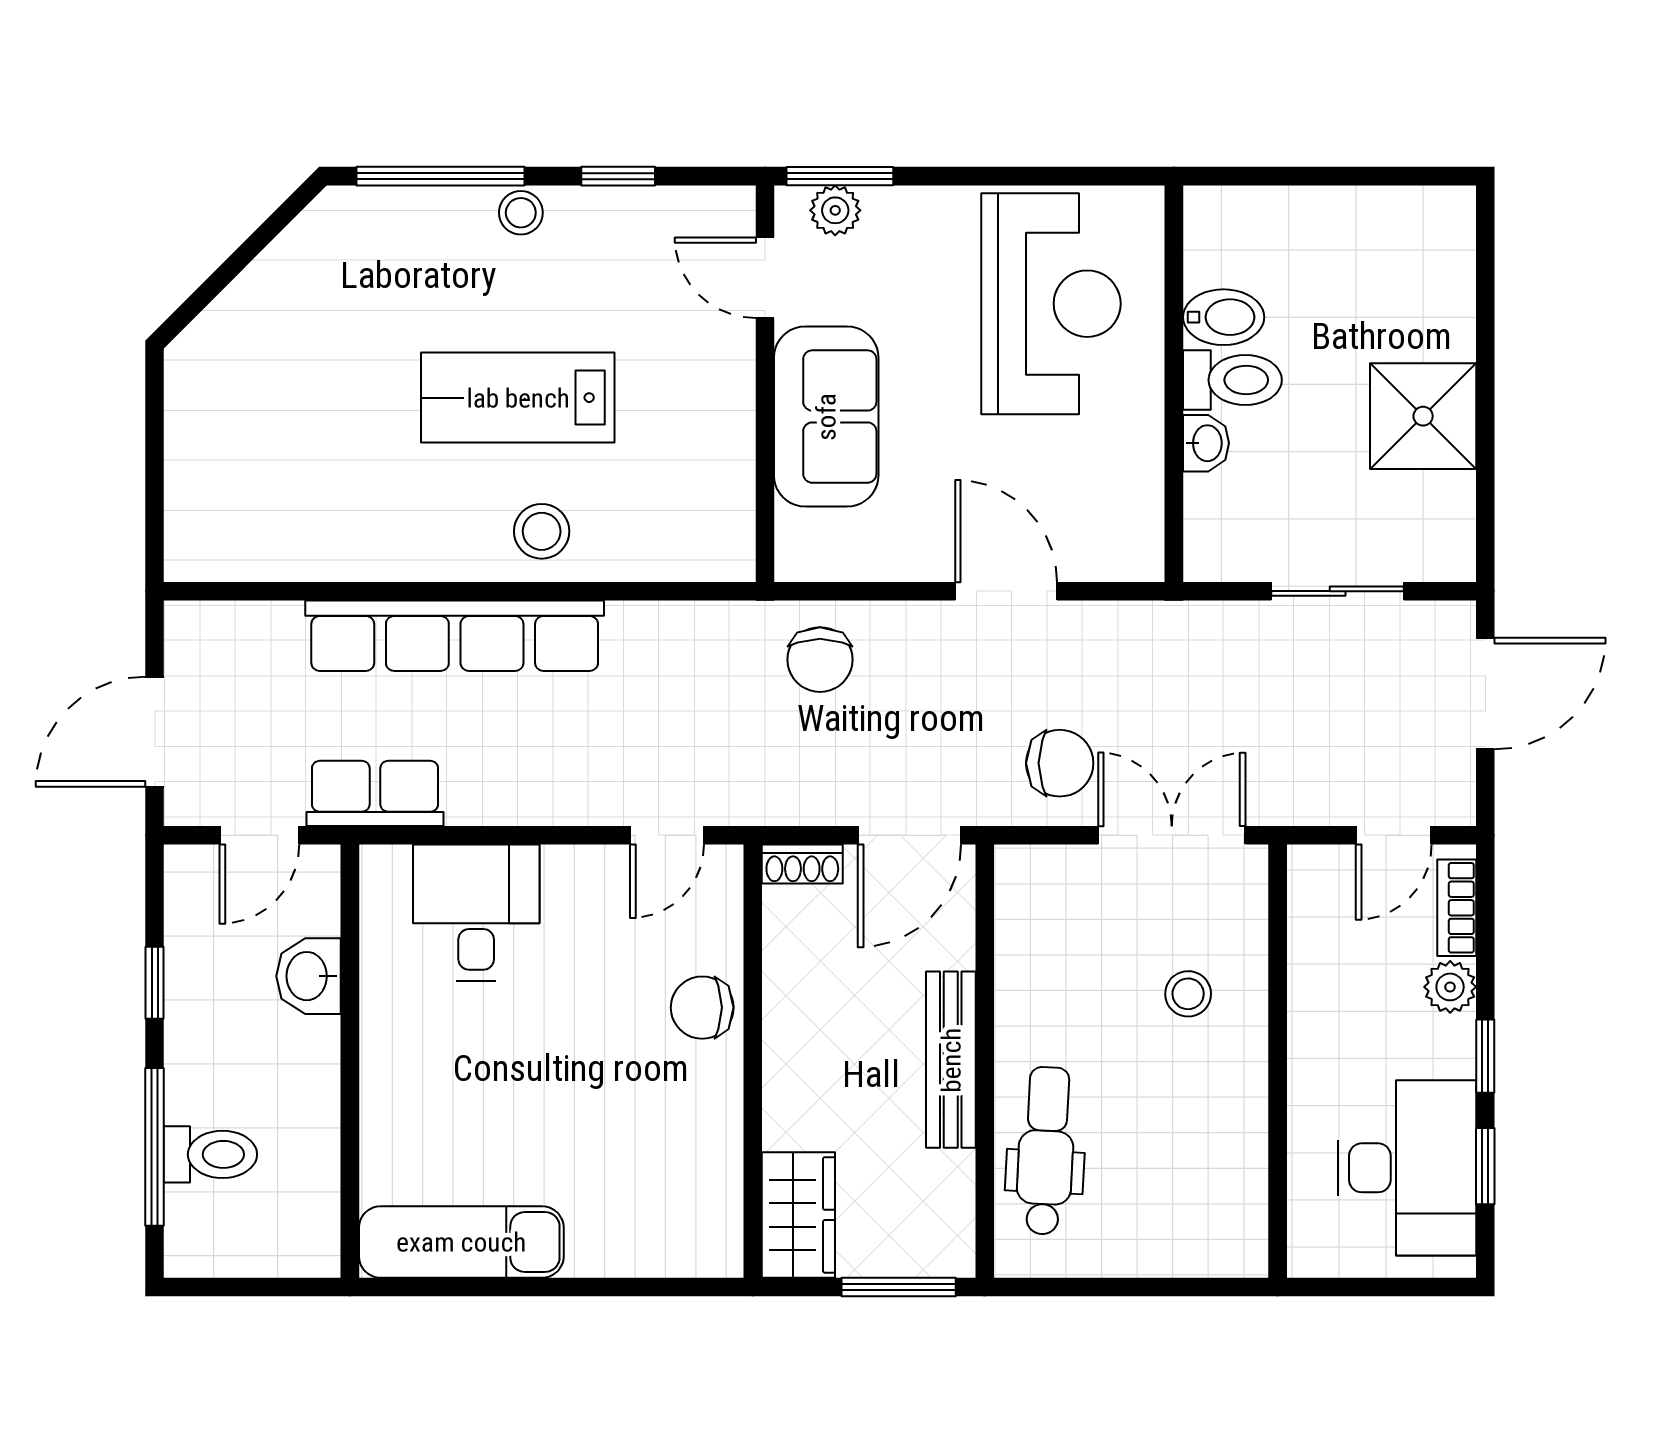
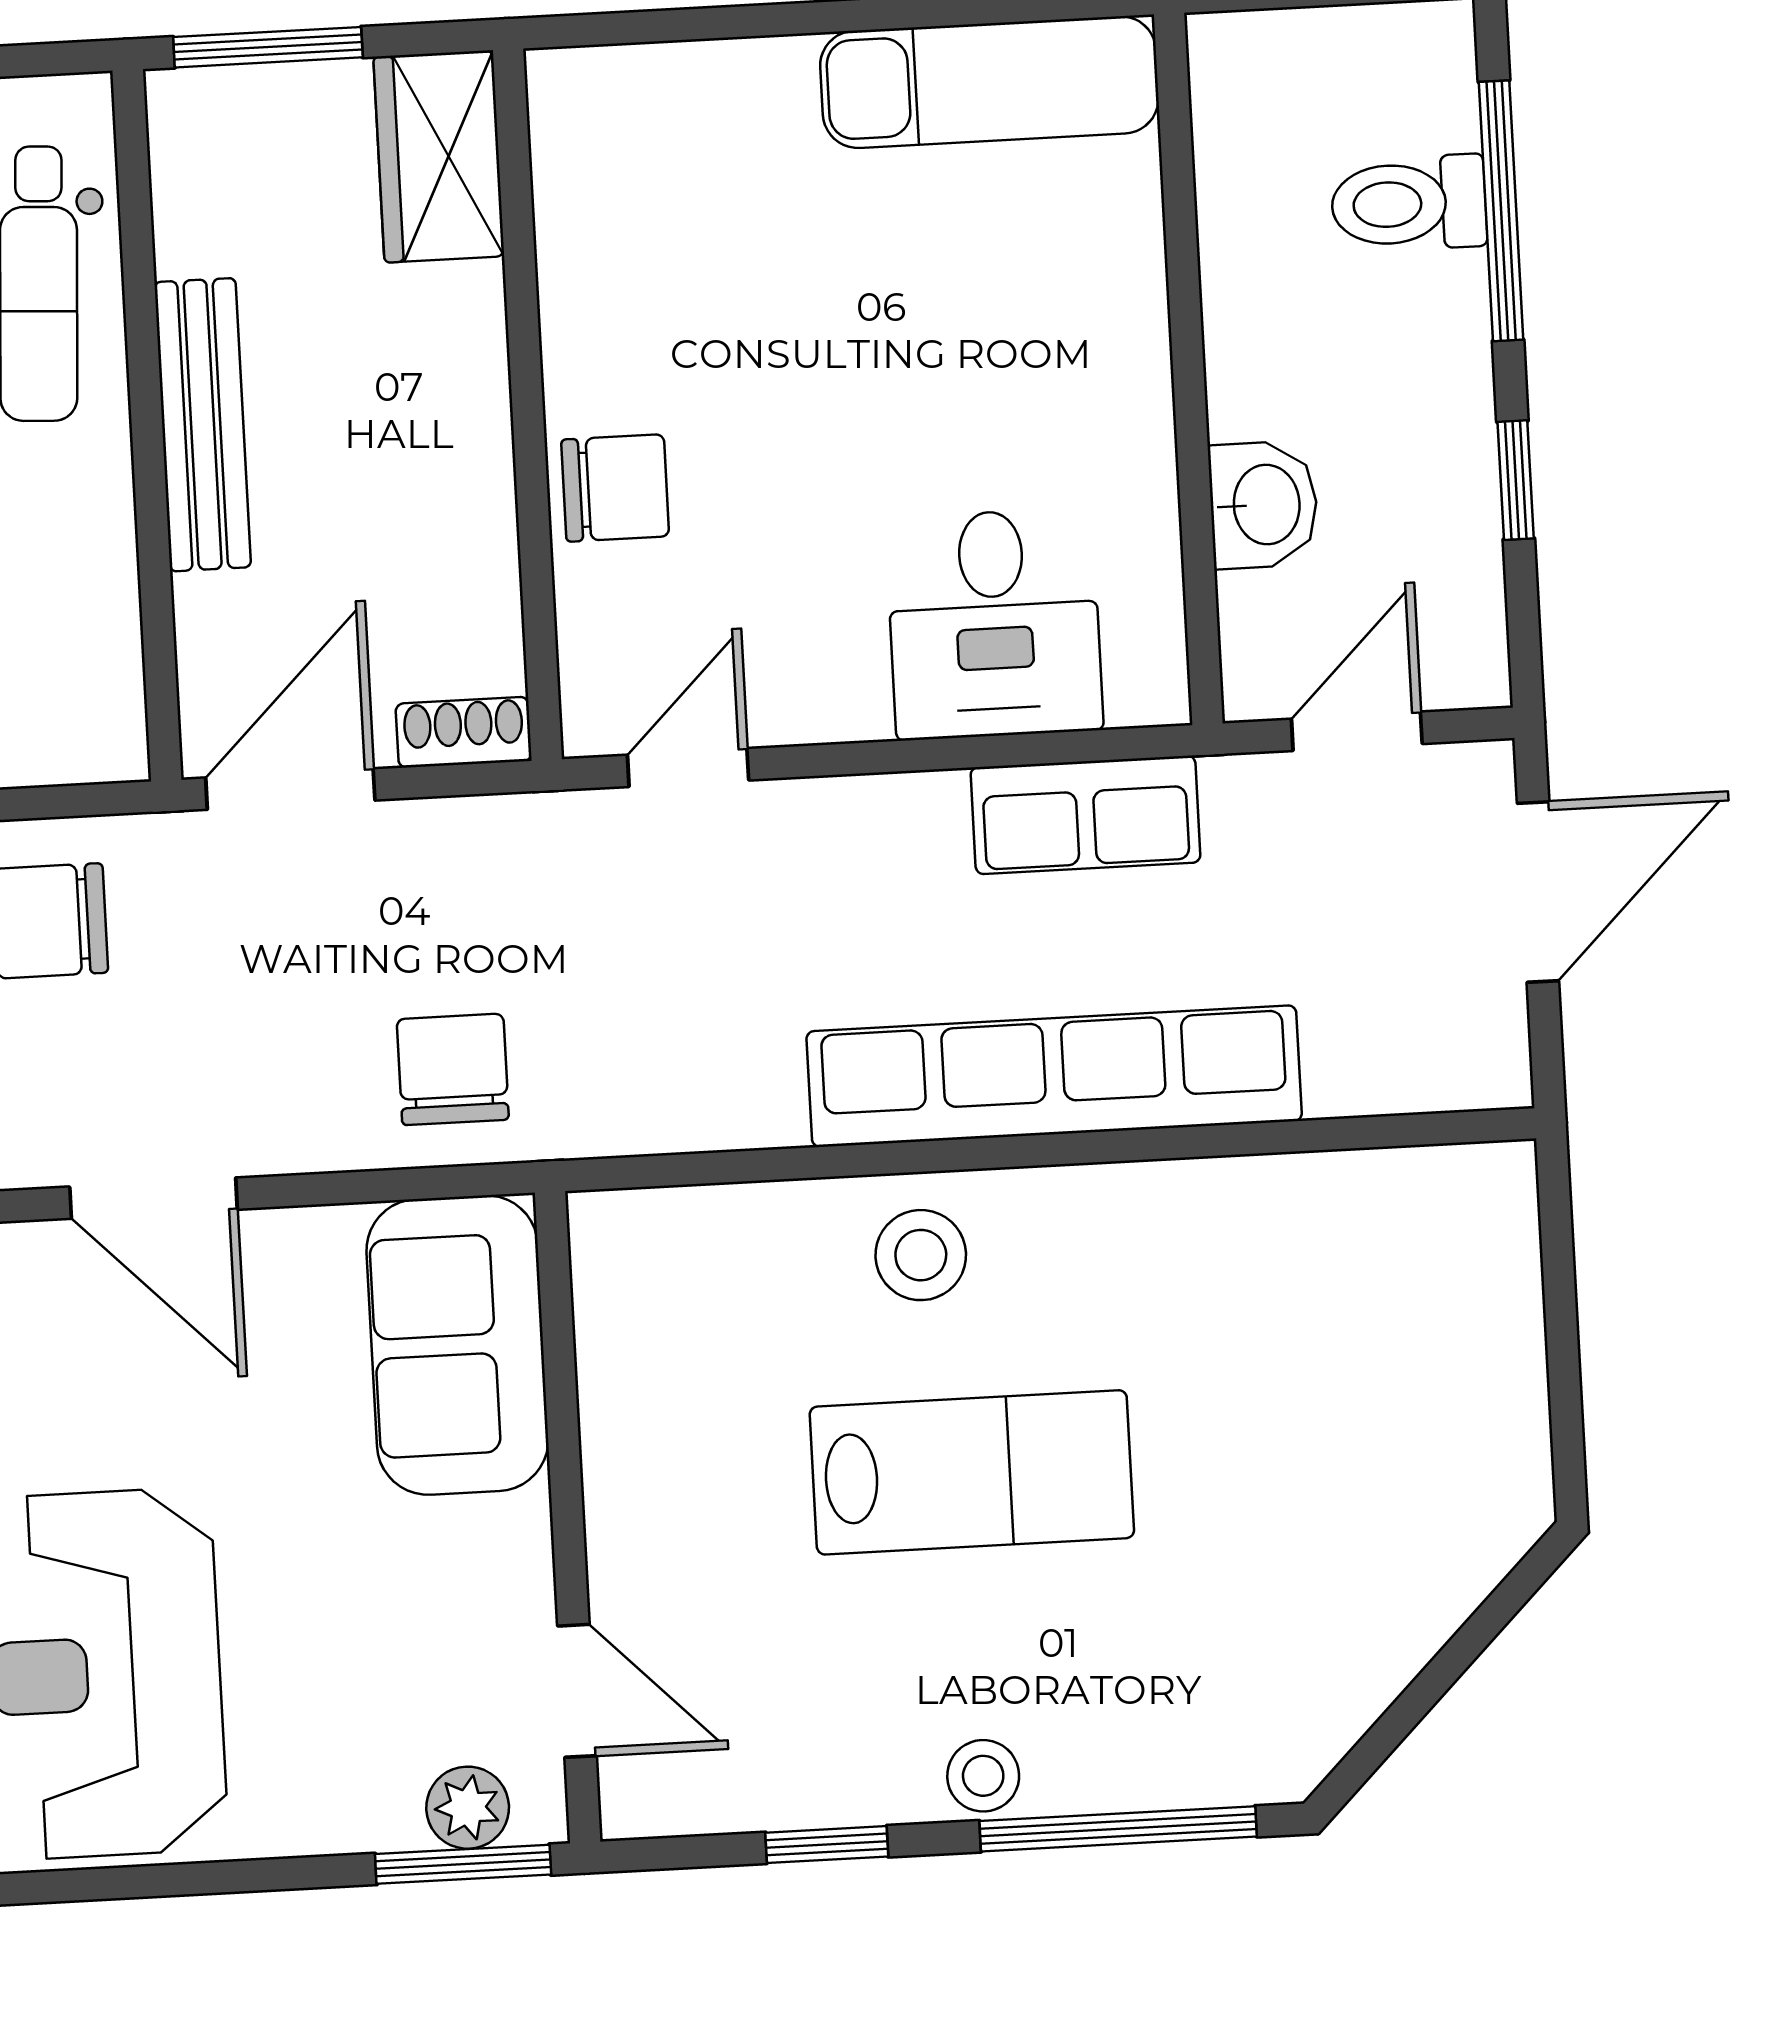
sofa: (826, 417) -> (457, 1345), moved
row of seats: (375, 793) -> (1086, 815), moved

